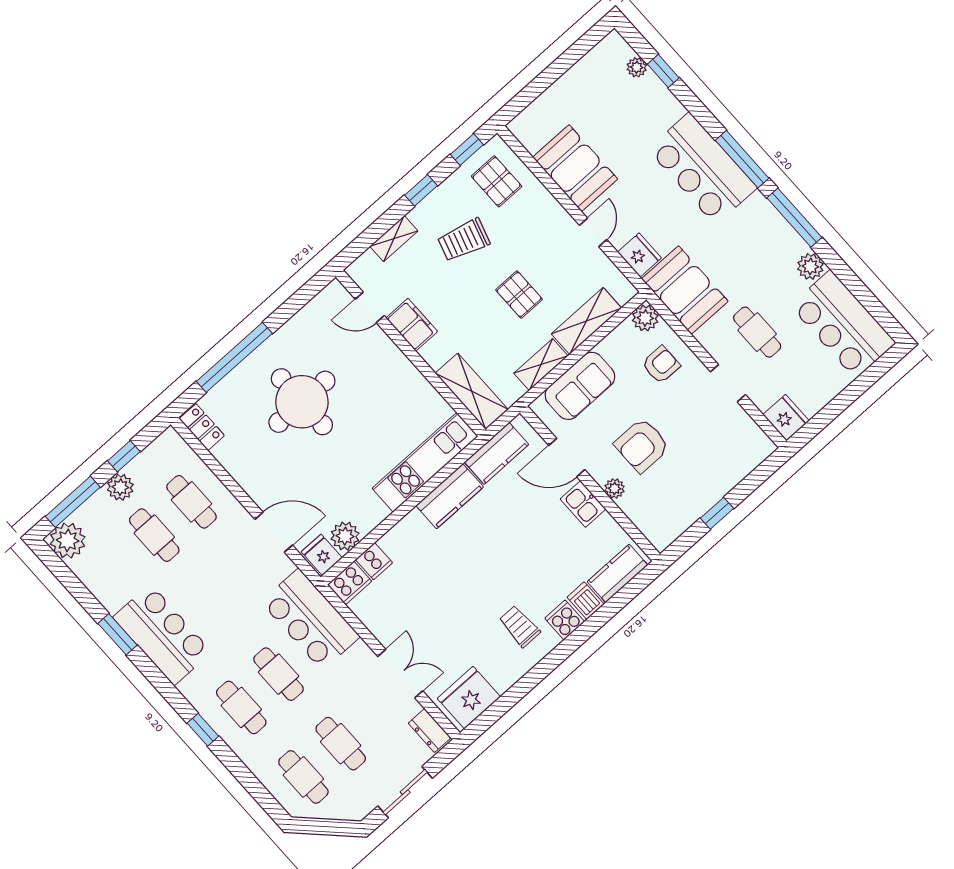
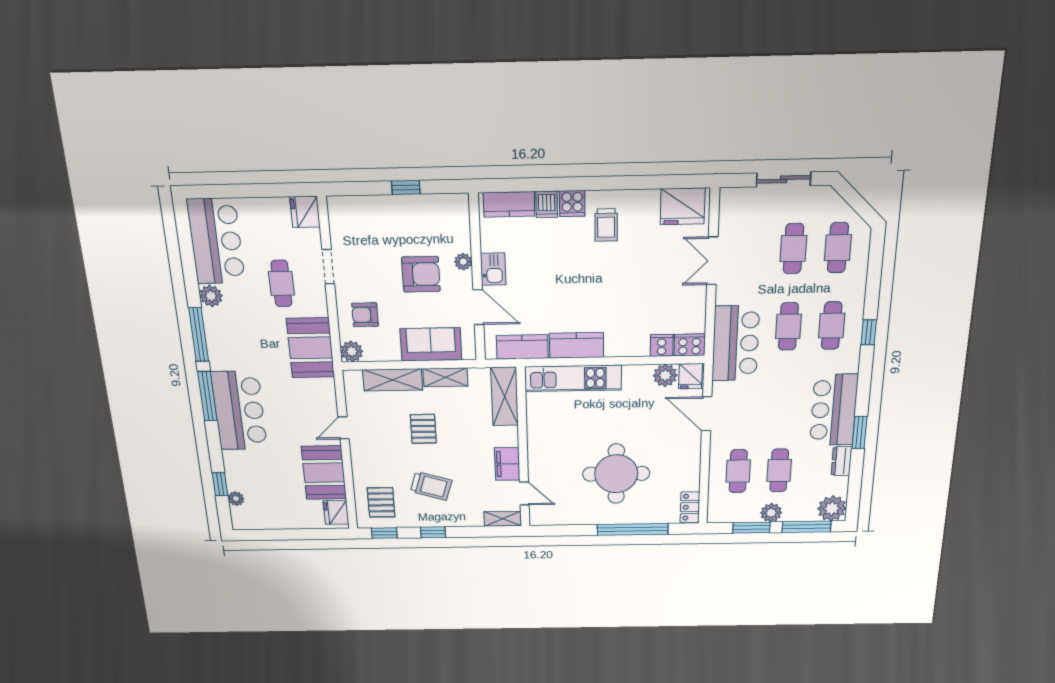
shelving: (394, 239) -> (503, 519), moved
fridge: (640, 255) -> (336, 512), moved
window: (124, 456) -> (751, 528), width x1.50
dresser: (429, 731) -> (842, 461), moved, turned 180

